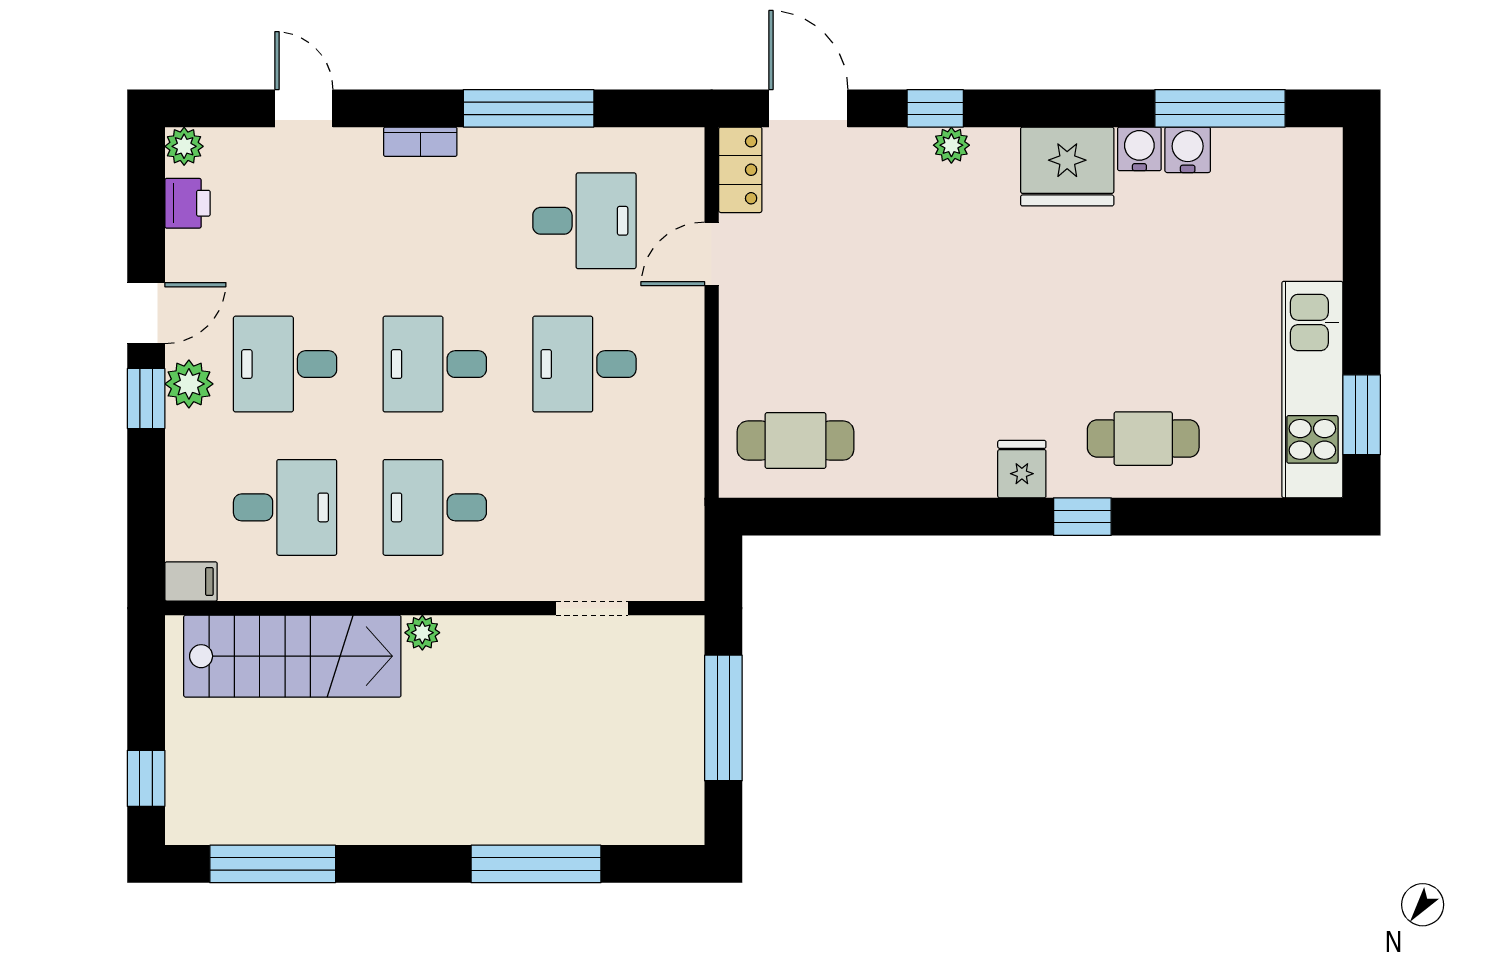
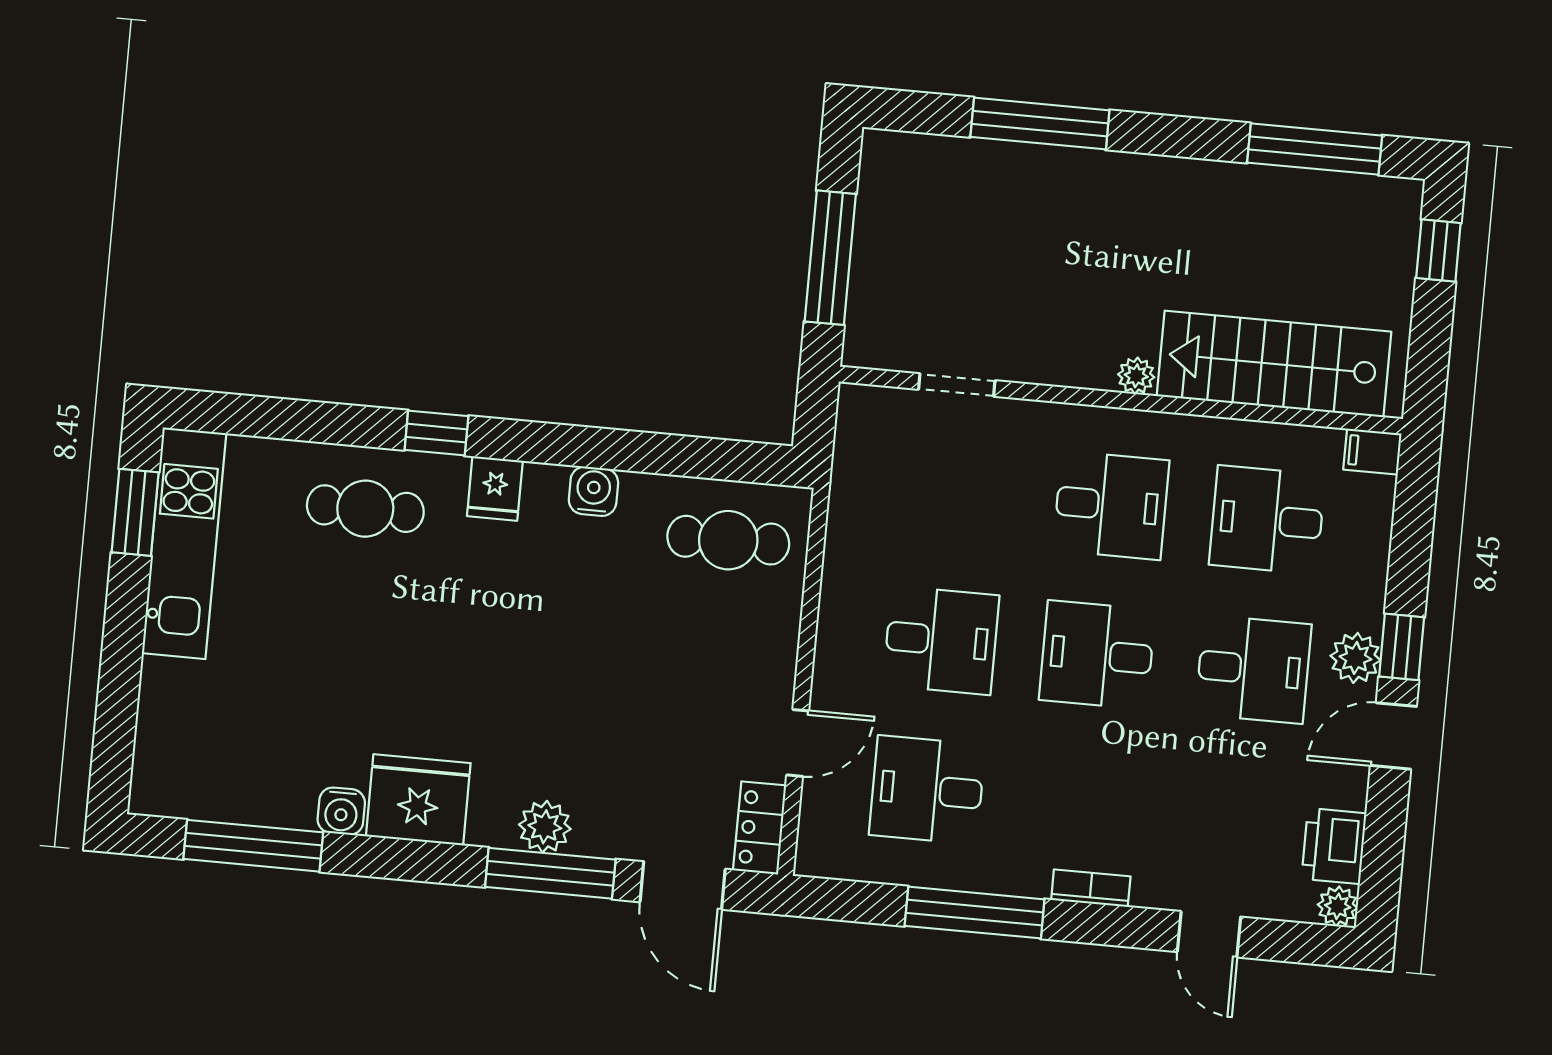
window: (935, 108) -> (550, 873), width x2.17
plant: (951, 145) -> (545, 827), width x1.38, depth x1.38
water cooler: (1188, 150) -> (593, 491), moved, turned 180
printer: (188, 203) -> (1334, 846), width x1.36, depth x1.24
desk: (435, 364) -> (1097, 655), turned 180

